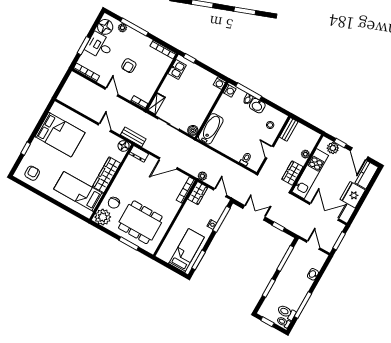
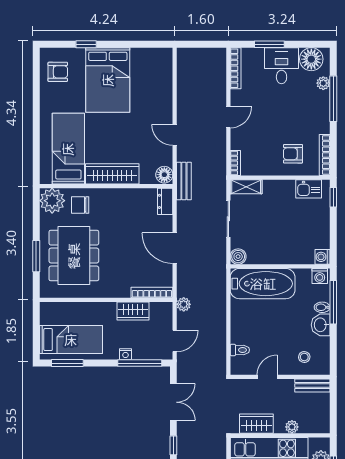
armchair: (129, 66) -> (293, 154), moved
door: (105, 127) -> (175, 135), swing flipped
bathtub: (211, 129) -> (263, 284), width x1.36, depth x1.36
bed: (60, 135) -> (108, 80), moved
wardrobe: (198, 193) -> (133, 311), moved

